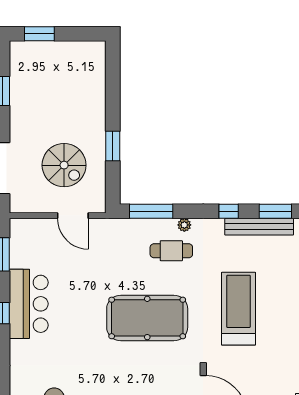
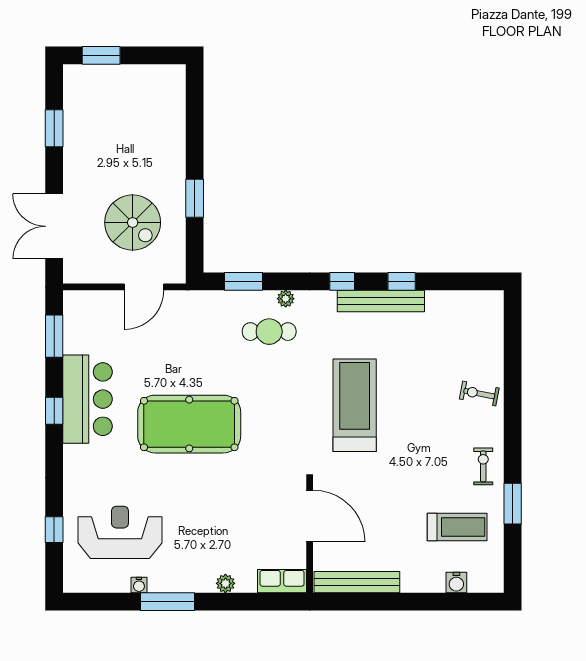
window: (151, 211) -> (243, 281), width x0.69
window: (275, 211) -> (402, 281), width x0.67
door: (73, 216) -> (144, 287), hinge flipped
pool table: (147, 318) -> (189, 424), moved

